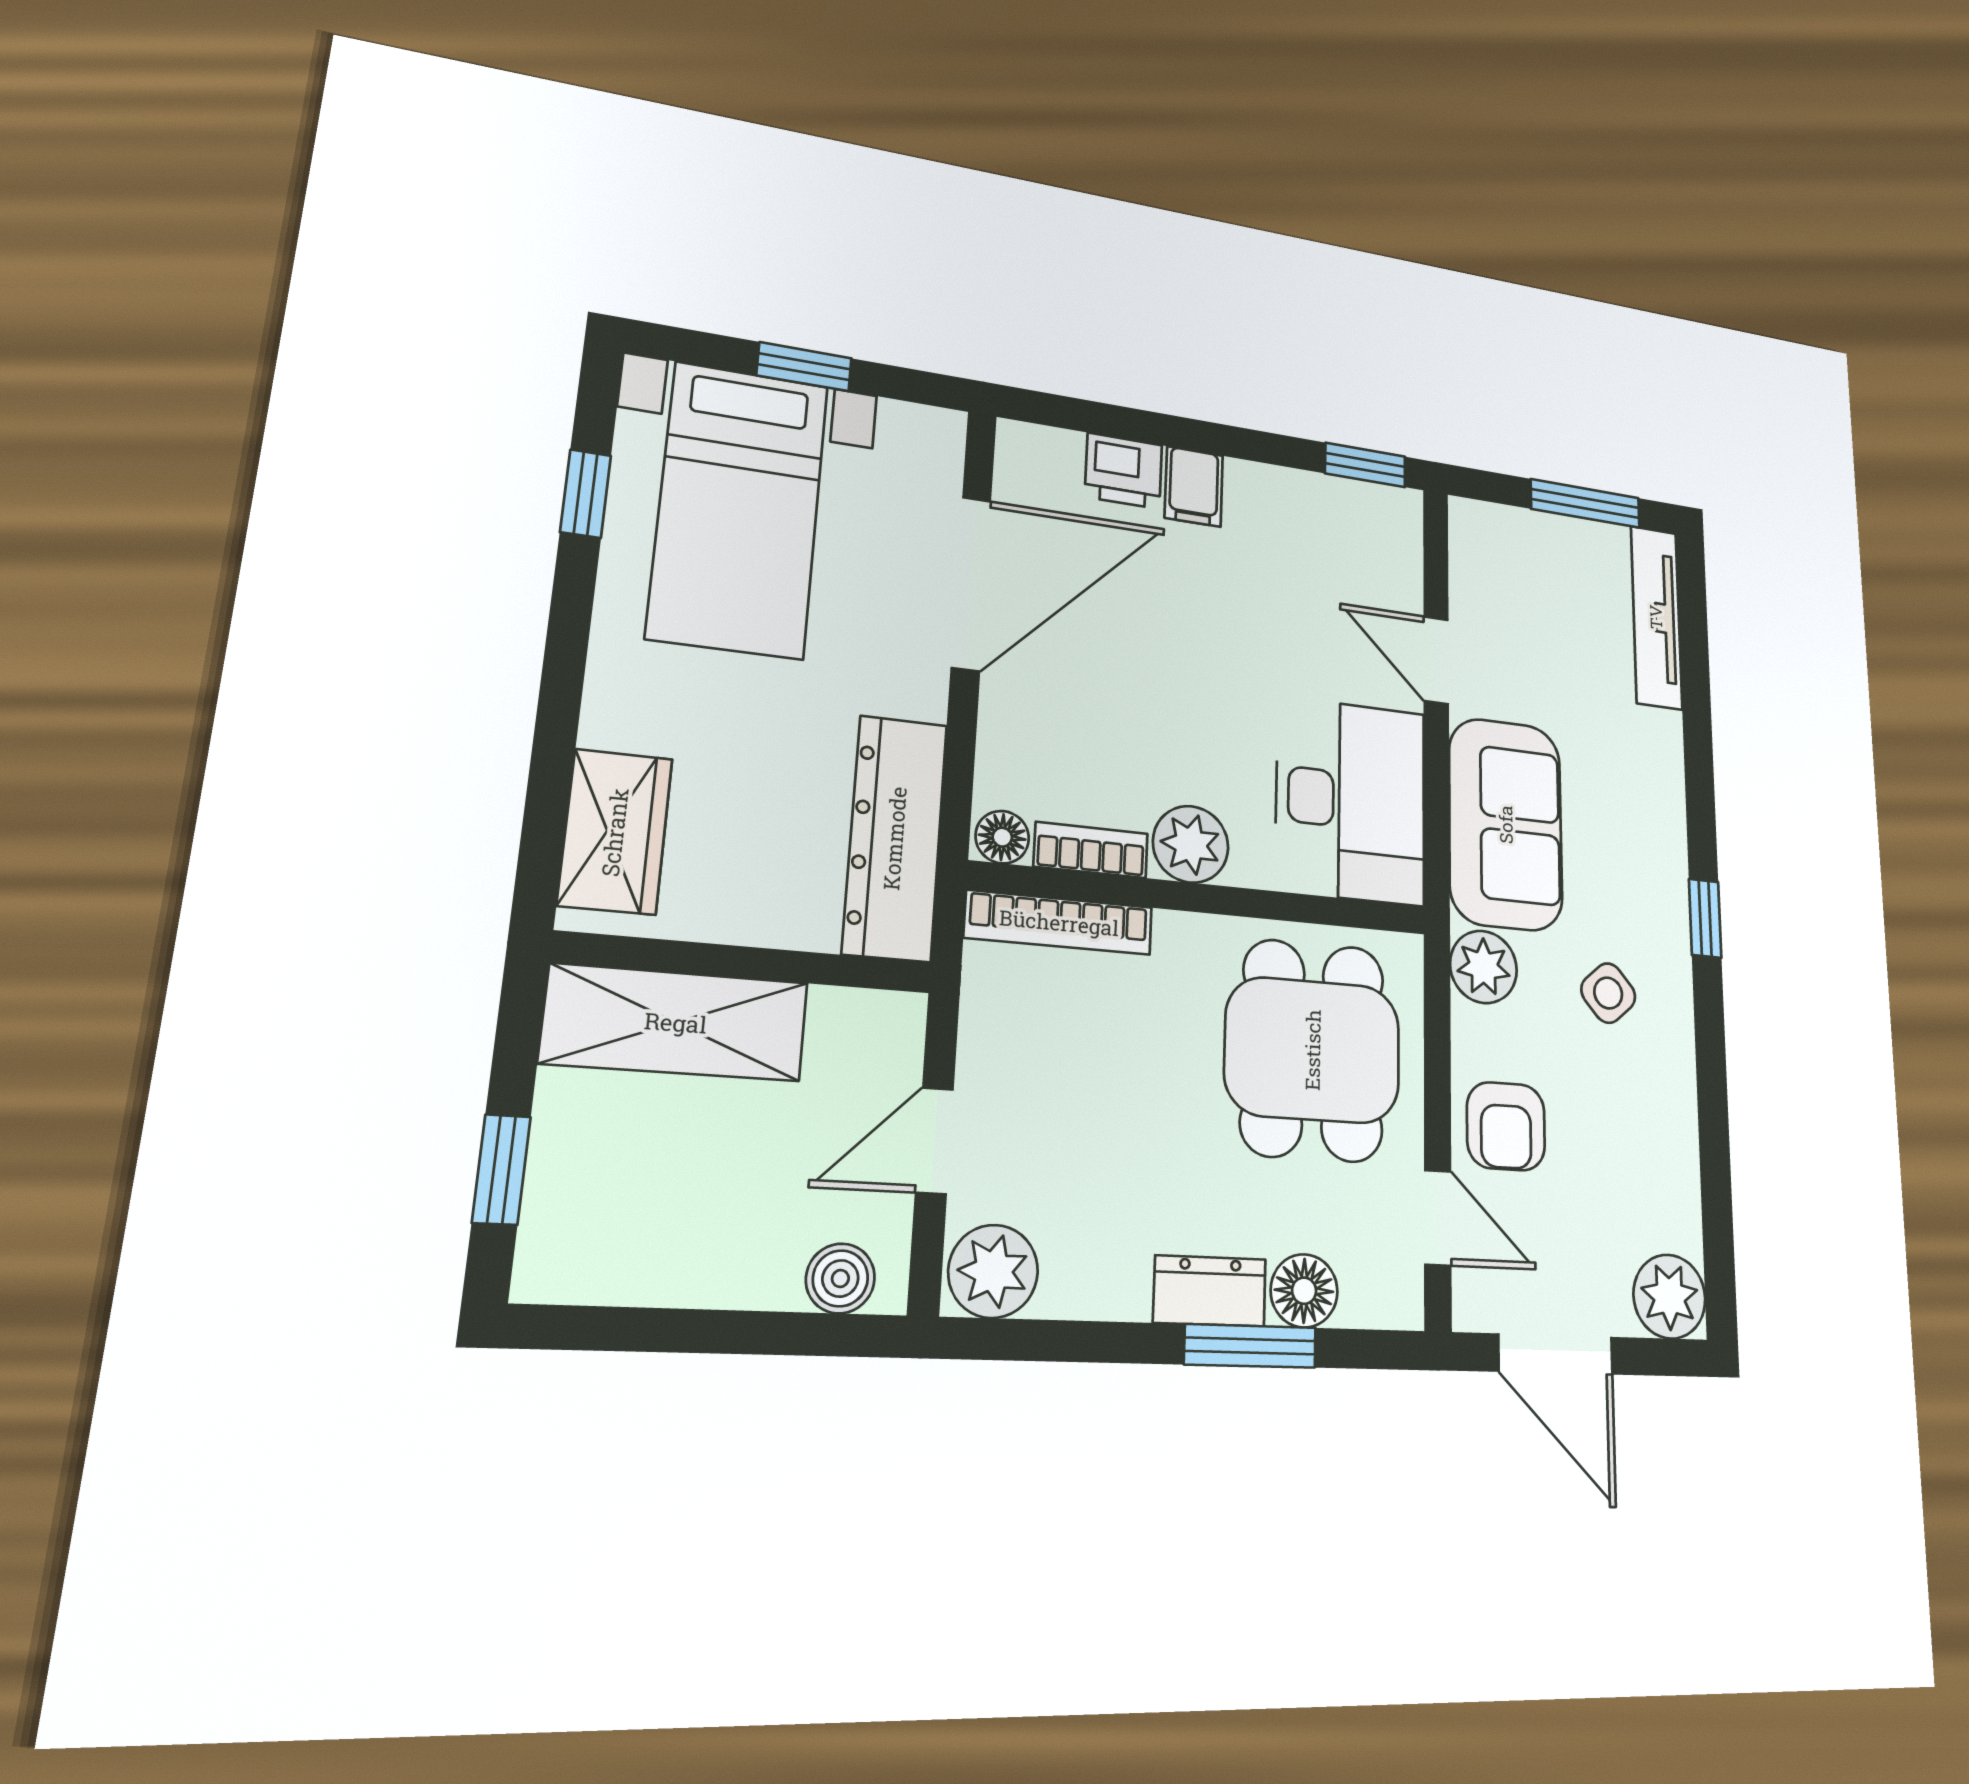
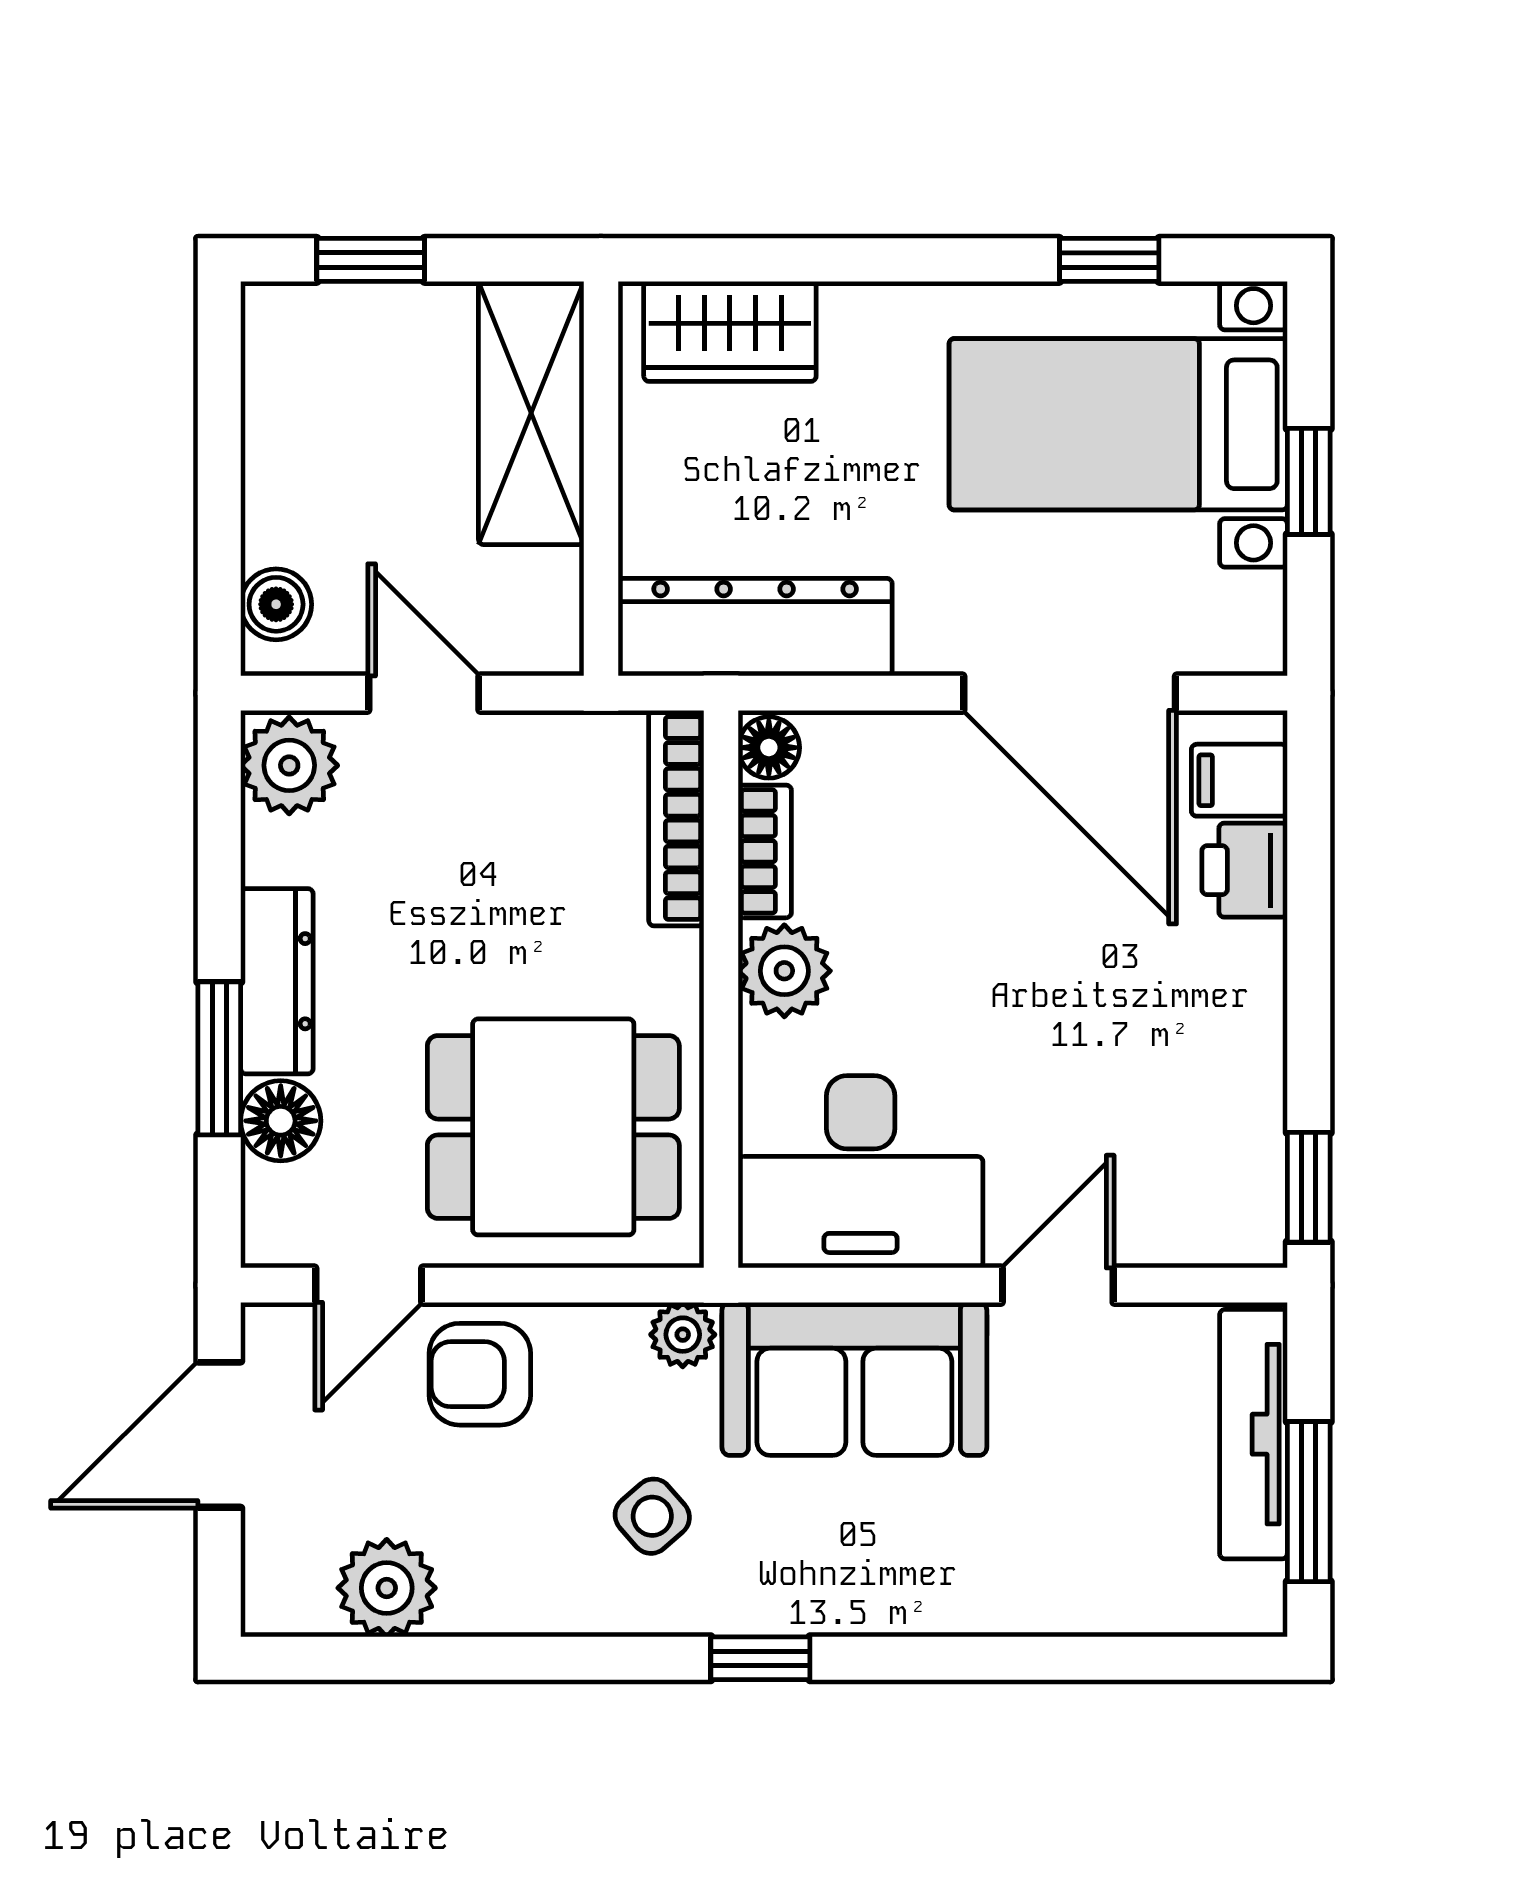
filing cabinet: (1194, 487) -> (1239, 780), moved
tv unit: (1656, 617) -> (1253, 1434), moved, turned -90
plant: (1484, 967) -> (683, 1335), width x0.73, depth x0.73
dresser: (1210, 1291) -> (277, 981), width x1.44
plant: (1670, 1296) -> (387, 1588), moved

